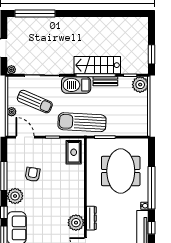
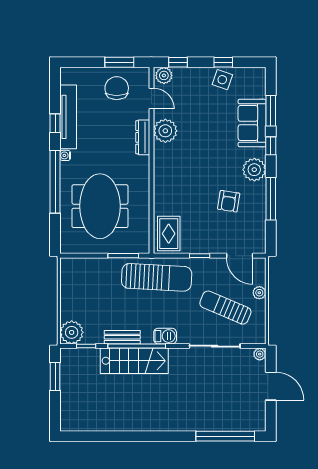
barbecue: (76, 85) -> (165, 336), width x0.53, depth x0.65

